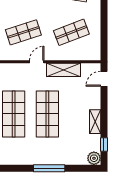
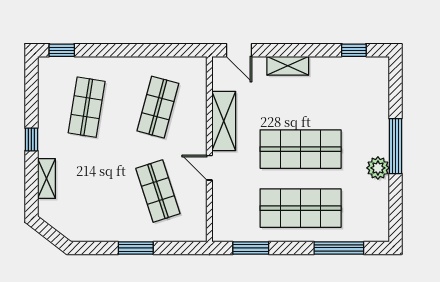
shop shelf: (71, 32) -> (158, 107), turned 36
shelving: (95, 122) -> (288, 66), moved
plant: (94, 158) -> (378, 168), moved

